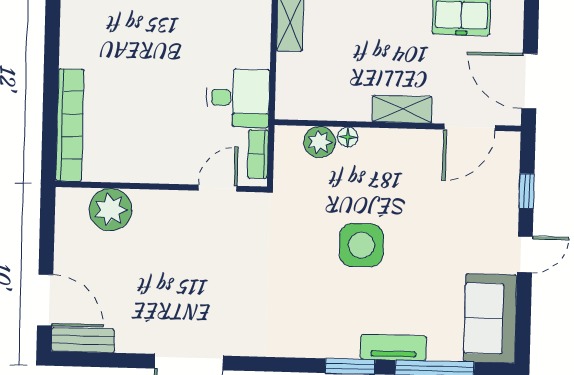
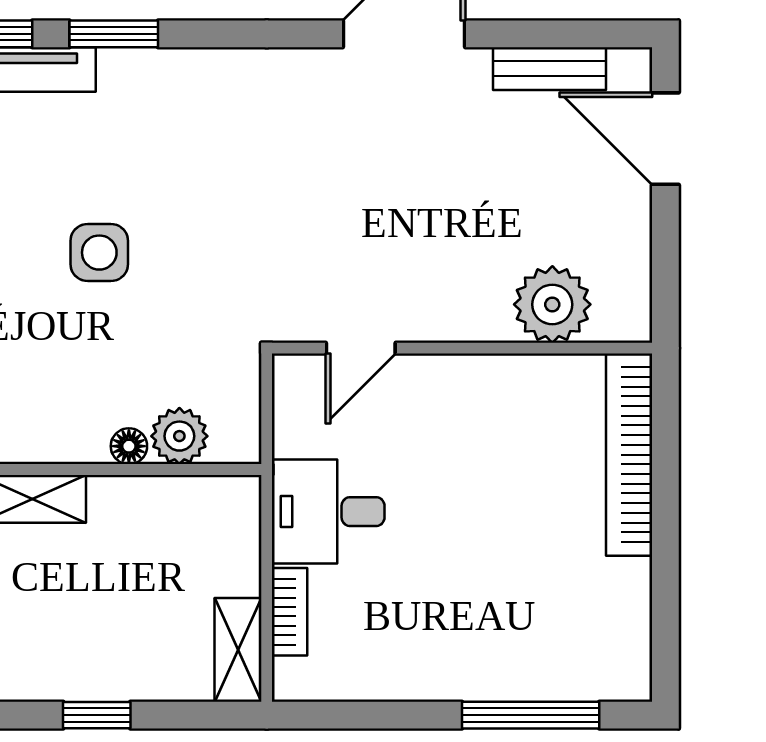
bookcase: (258, 154) -> (290, 612), moved
side table: (361, 245) -> (99, 253), width x0.73, depth x0.73
bench: (83, 340) -> (550, 69), moved

